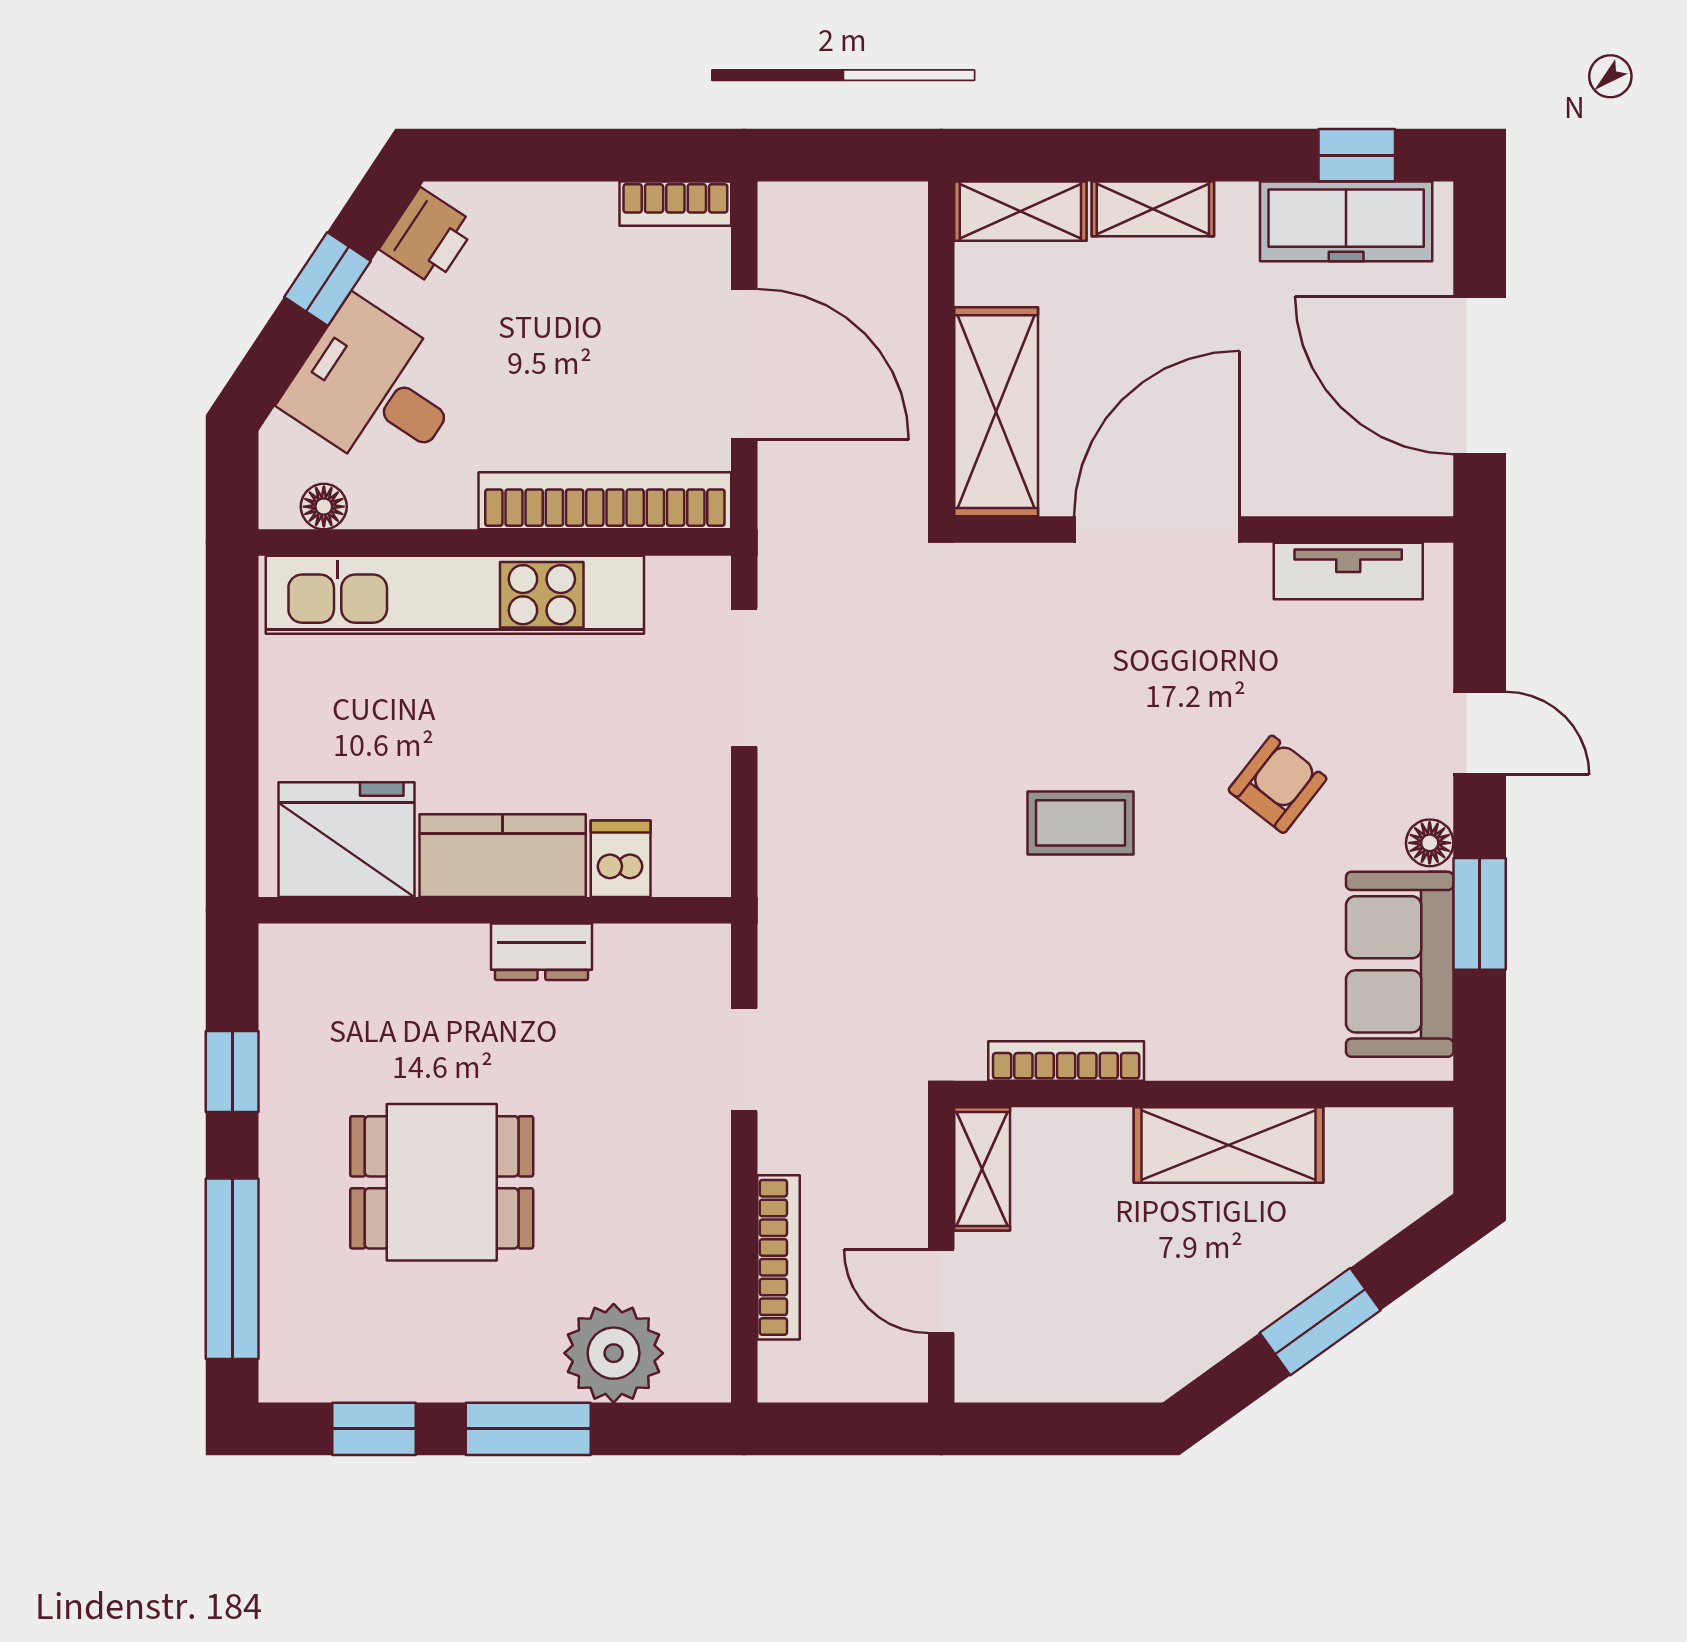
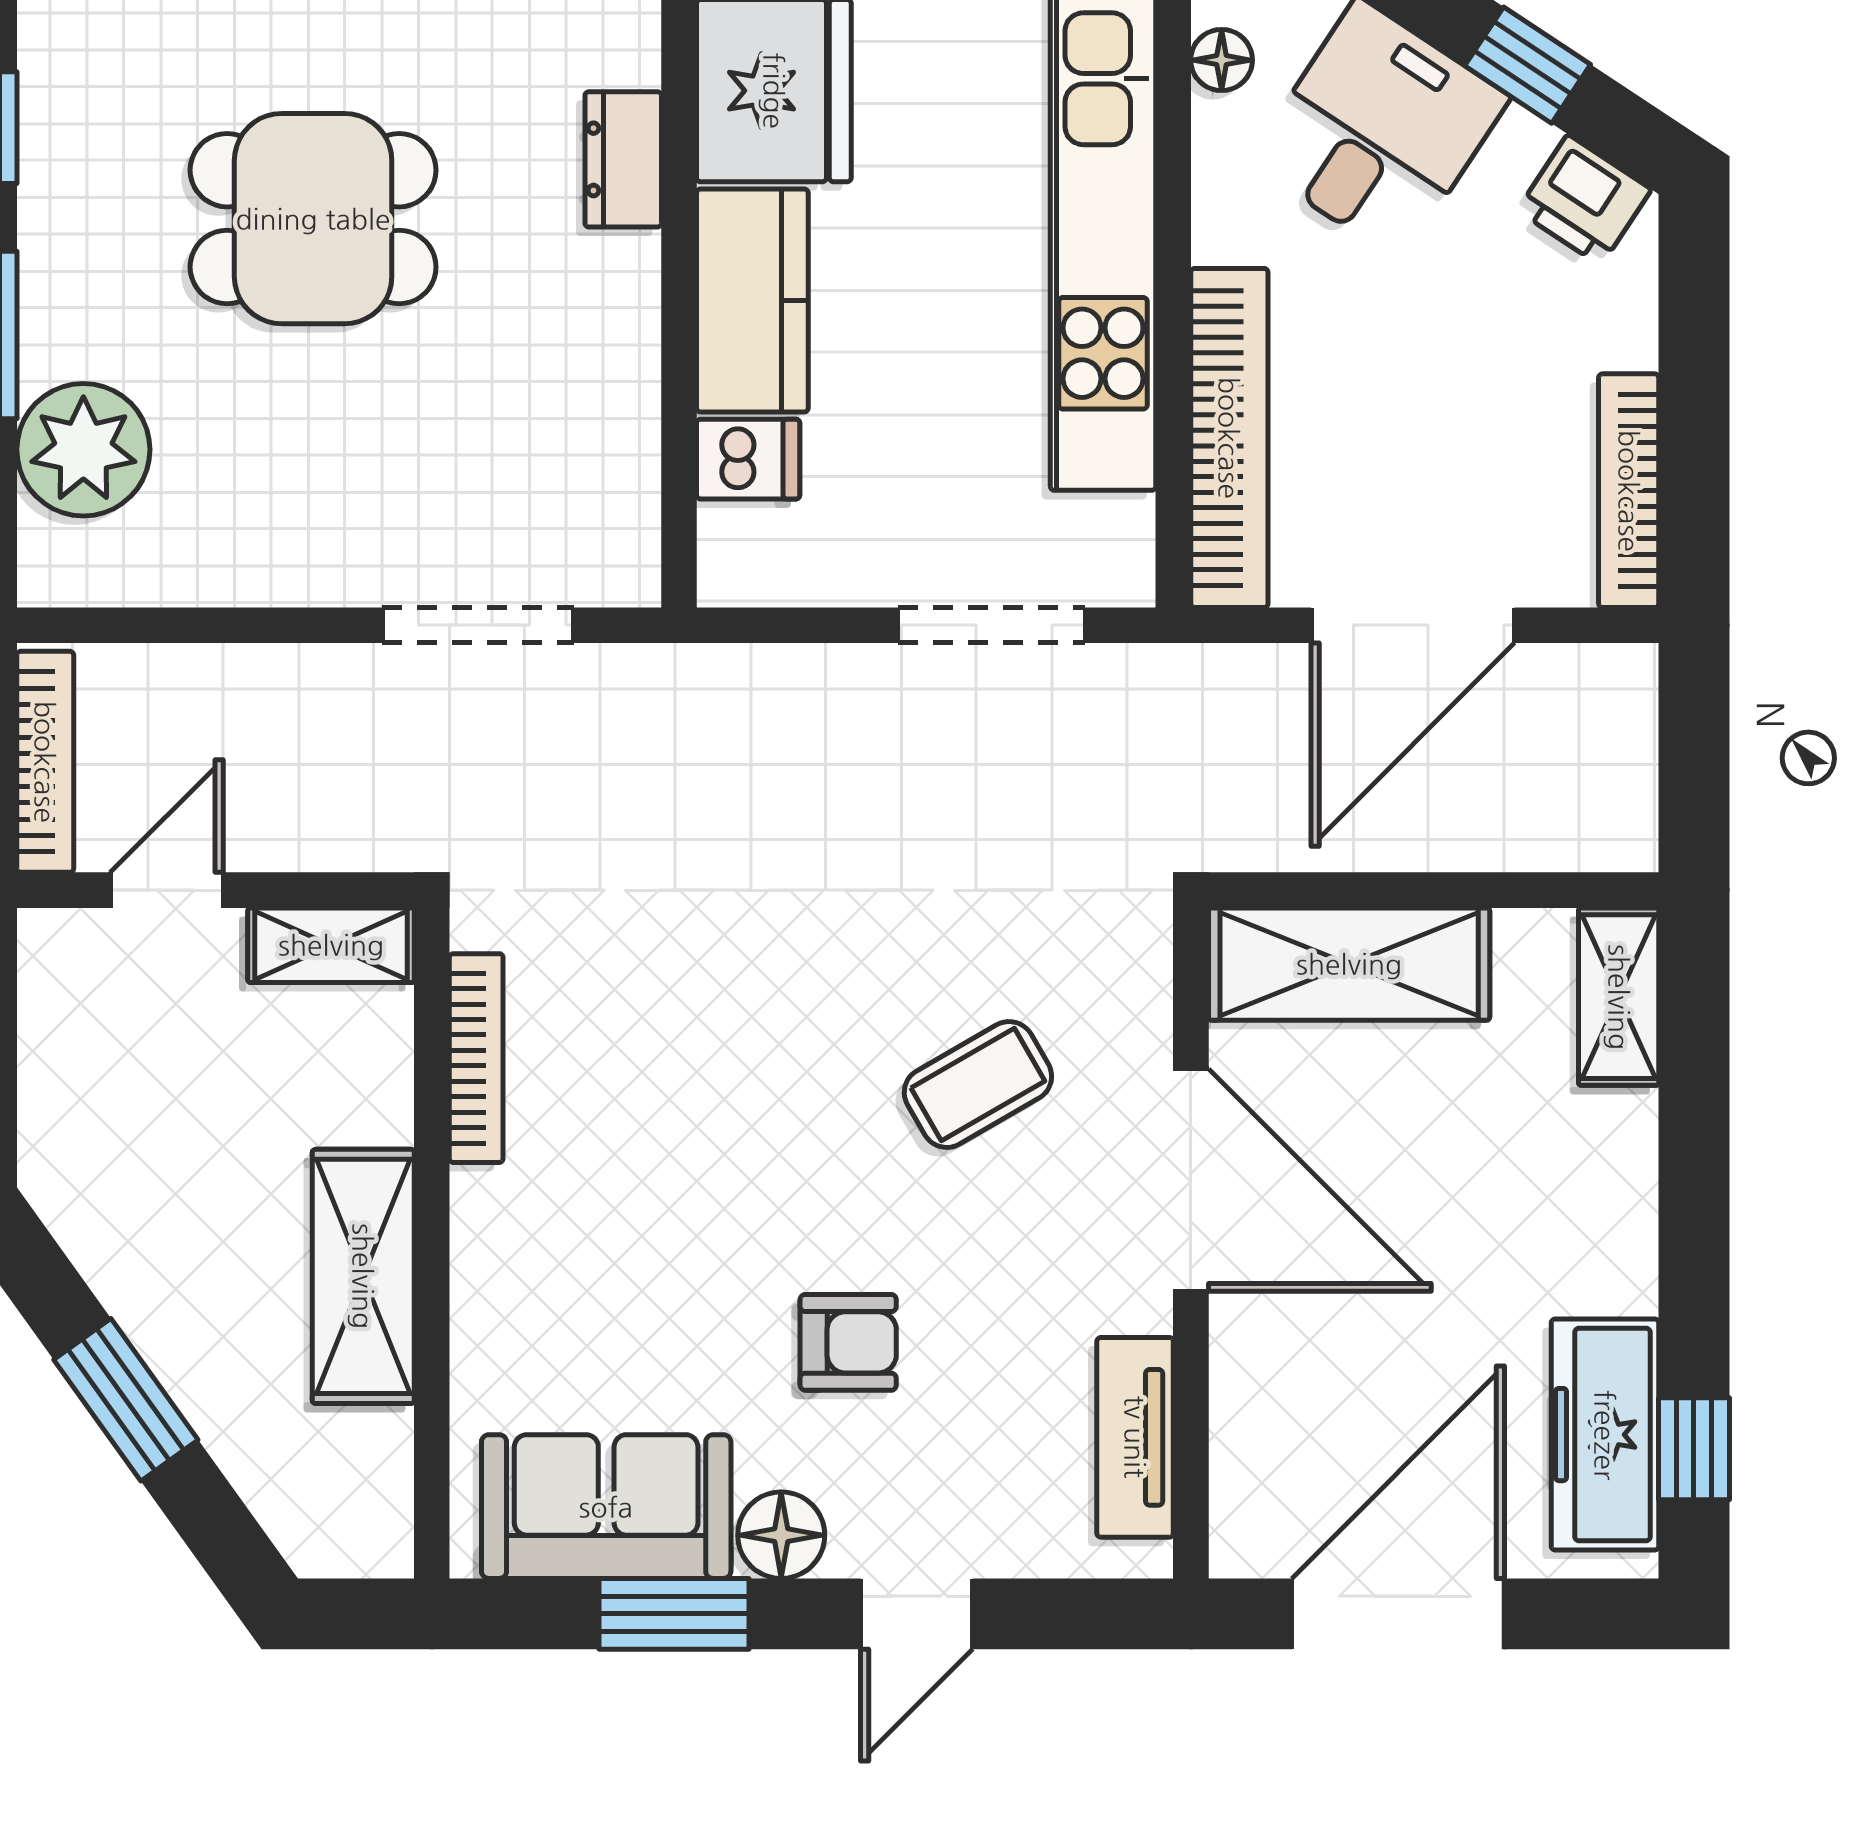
bookcase: (675, 204) -> (1629, 491), width x1.56
shelving: (1153, 209) -> (1622, 1175), removed
armchair: (1278, 784) -> (848, 1342), turned -38
coffee table: (1081, 823) -> (978, 1085), moved, turned 60
floor lamp: (1430, 843) -> (781, 1535), width x1.37, depth x1.37
dresser: (541, 952) -> (623, 159), moved
doorway: (744, 1059) -> (478, 625), width x1.38
dining table: (442, 1182) -> (313, 219), turned 90
bookcase: (778, 1257) -> (45, 762), moved, turned -90

